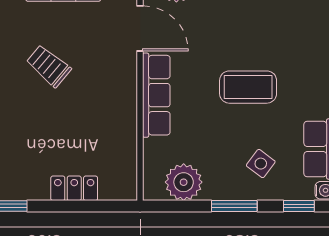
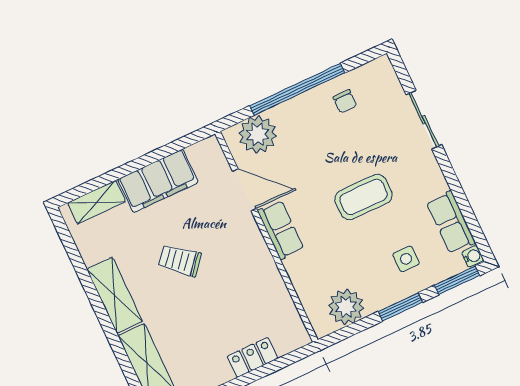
row of seats: (156, 95) -> (281, 230), width x0.68
side table: (261, 164) -> (406, 259), turned -37
window: (299, 206) -> (457, 280), width x1.50

